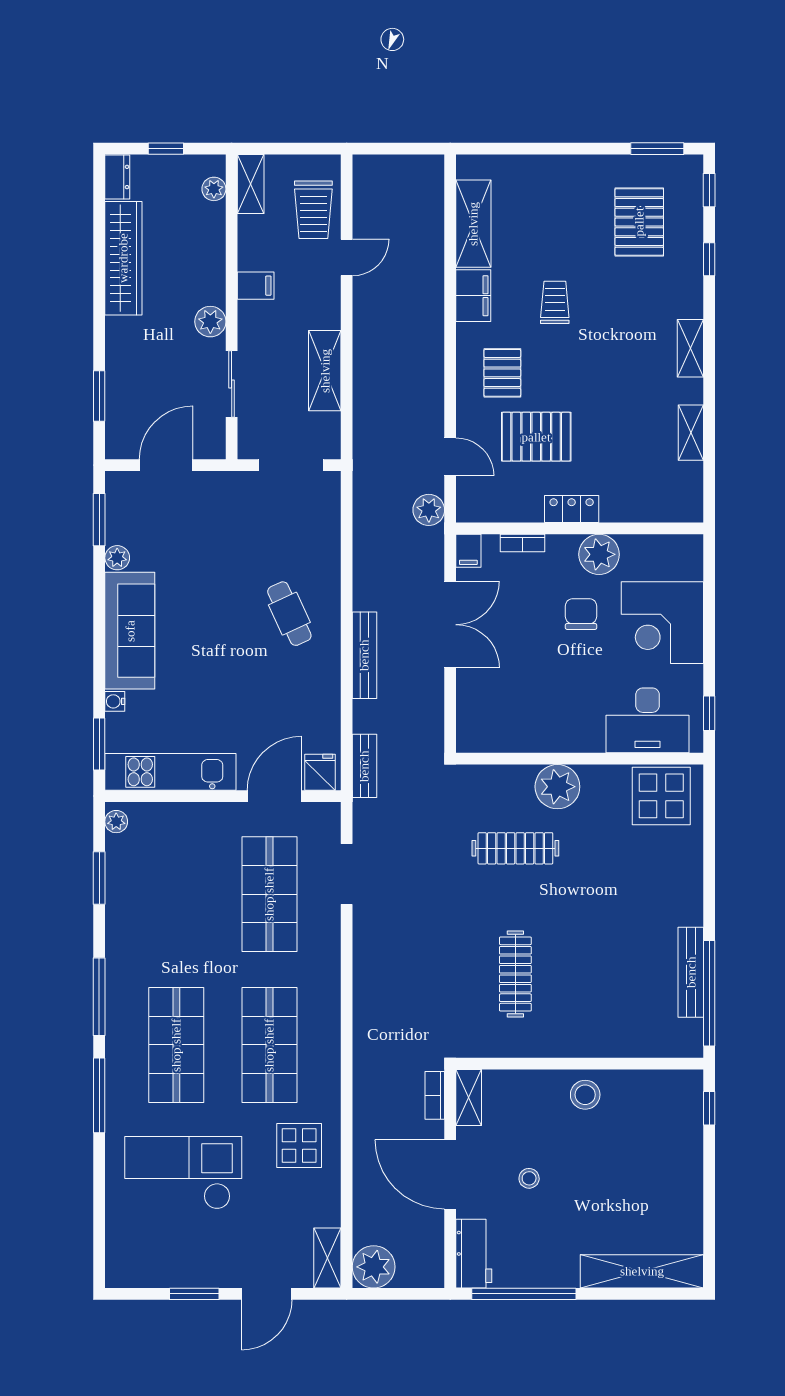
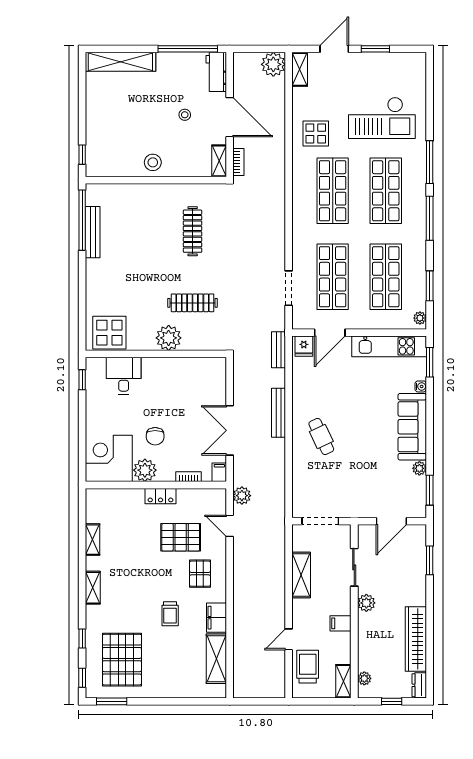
pallet: (639, 222) -> (122, 660), width x1.37, depth x1.41
corner desk: (662, 623) -> (109, 458), moved, turned -90
desk: (648, 720) -> (124, 376), width x0.73
shop shelf: (176, 894) -> (386, 277), added

